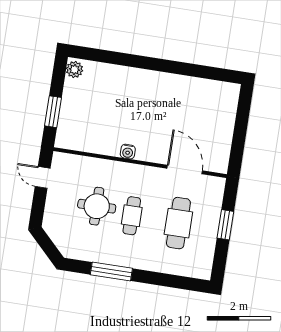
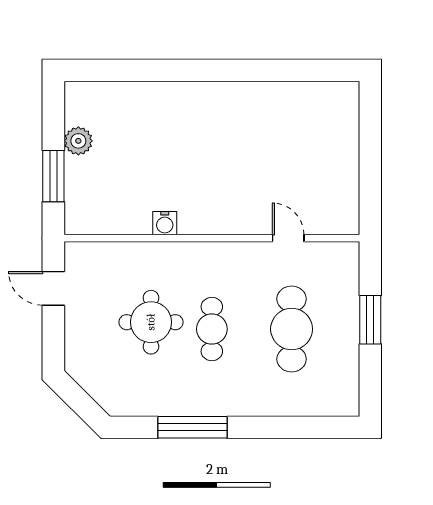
plant: (75, 70) -> (78, 141), moved
water cooler: (128, 152) -> (165, 223), moved
door: (185, 170) -> (288, 238), width x0.53

